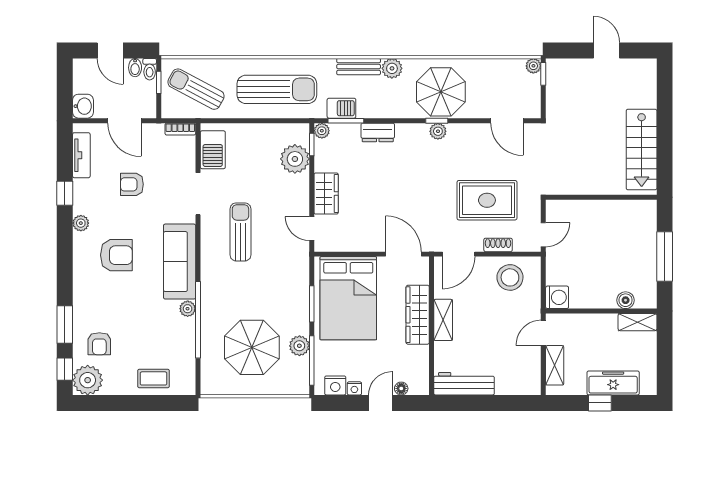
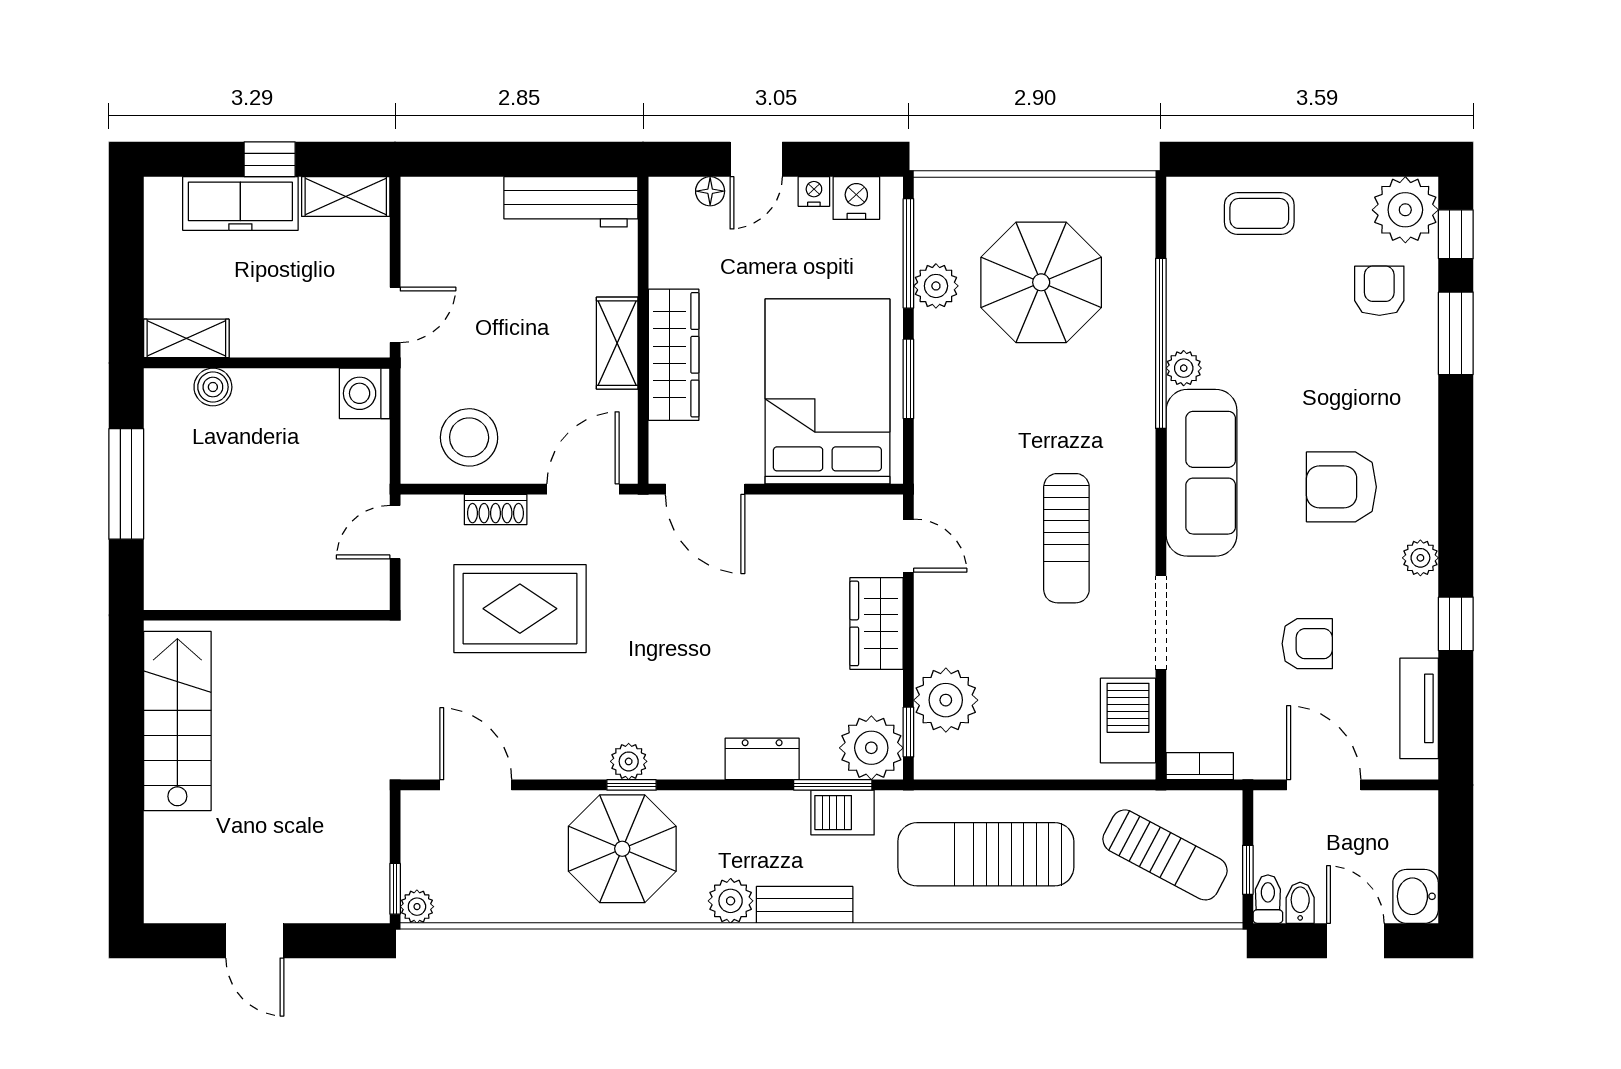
washbasin: (83, 106) -> (1416, 896), moved
plant: (322, 131) -> (871, 748), width x1.87, depth x1.87
shelving: (555, 365) -> (346, 197), moved, turned 90

